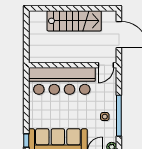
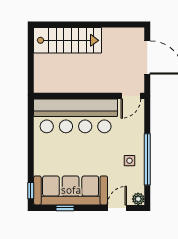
stairs: (74, 21) -> (68, 40), moved

